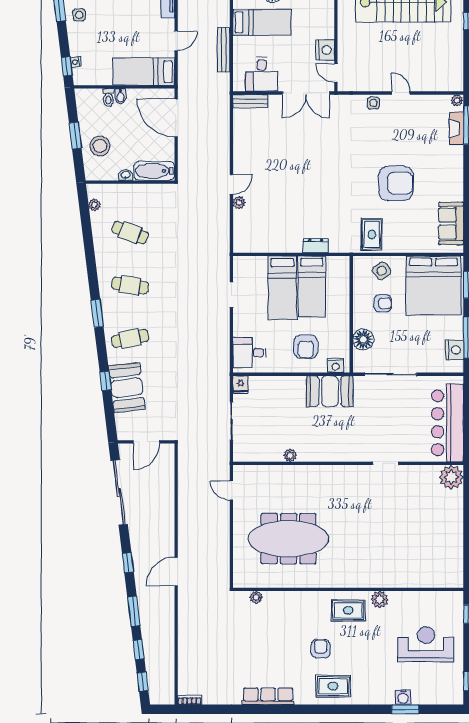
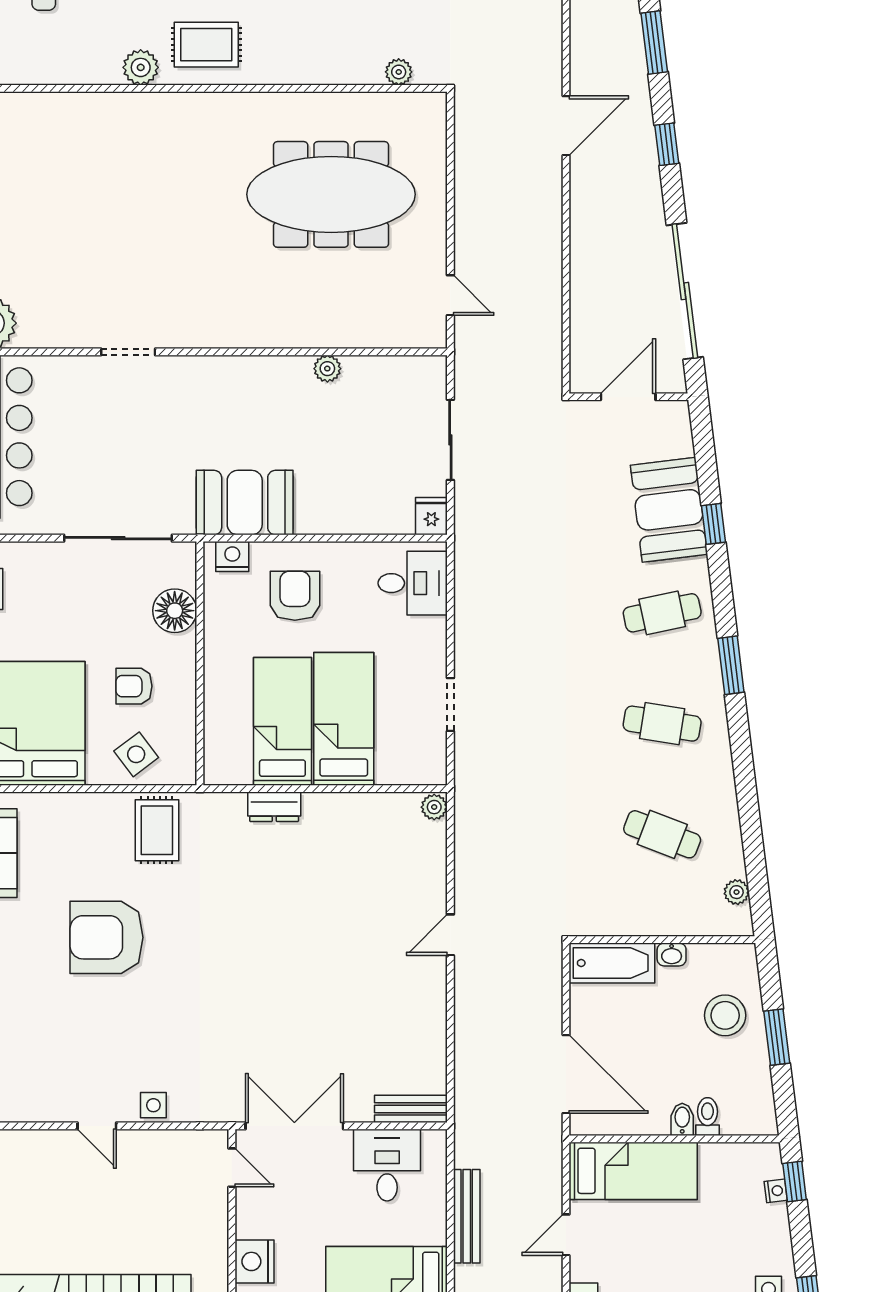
nightstand: (325, 50) -> (254, 1261), moved
plant: (239, 203) -> (434, 807), moved

